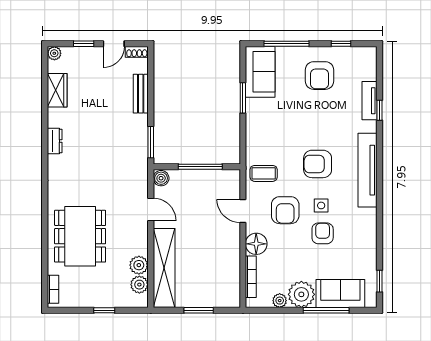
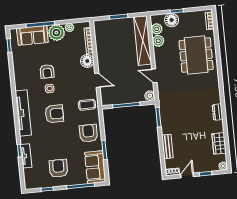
armchair: (285, 210) -> (88, 133), moved
floor lamp: (114, 297) -> (172, 20), added

